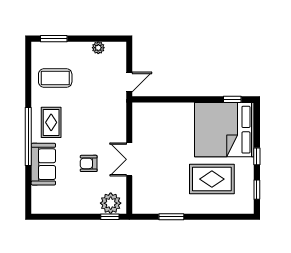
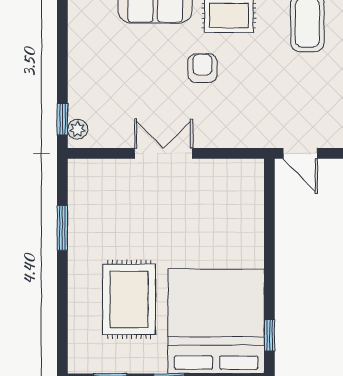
armchair: (89, 163) -> (202, 68), moved
plant: (111, 203) -> (78, 129), width x0.53, depth x0.53

